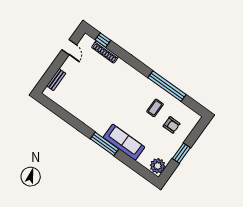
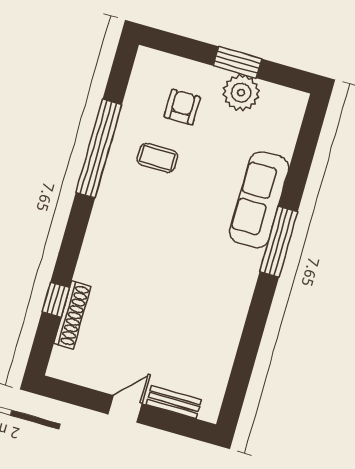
window: (103, 40) -> (56, 300), moved
door: (69, 47) -> (125, 409), moved
plant: (158, 166) -> (241, 93), moved

